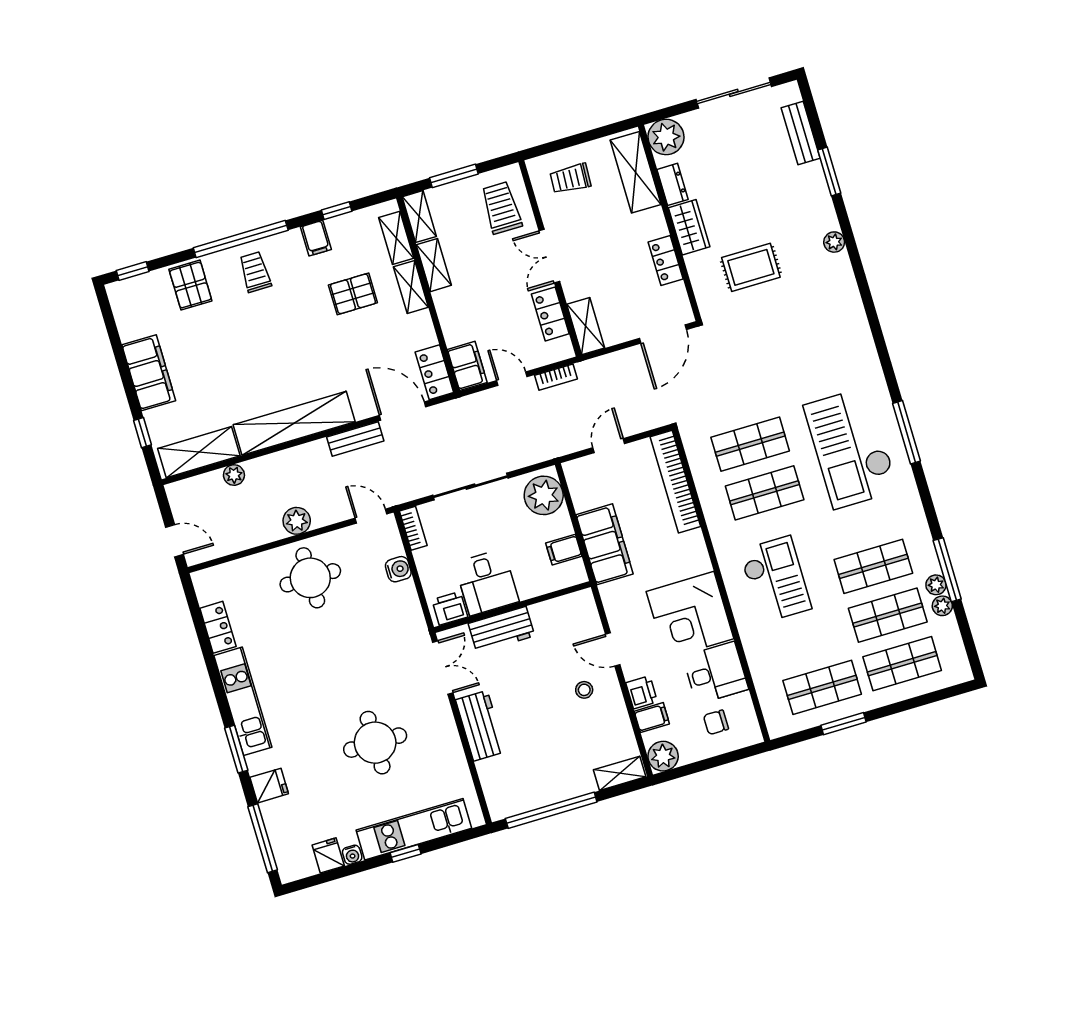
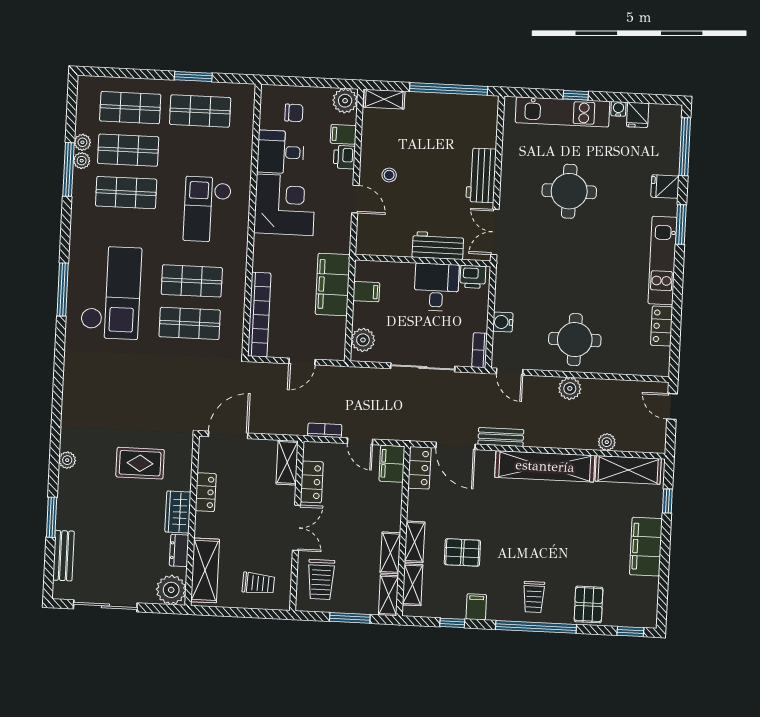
plant: (544, 495) -> (363, 340), width x0.73, depth x0.73

